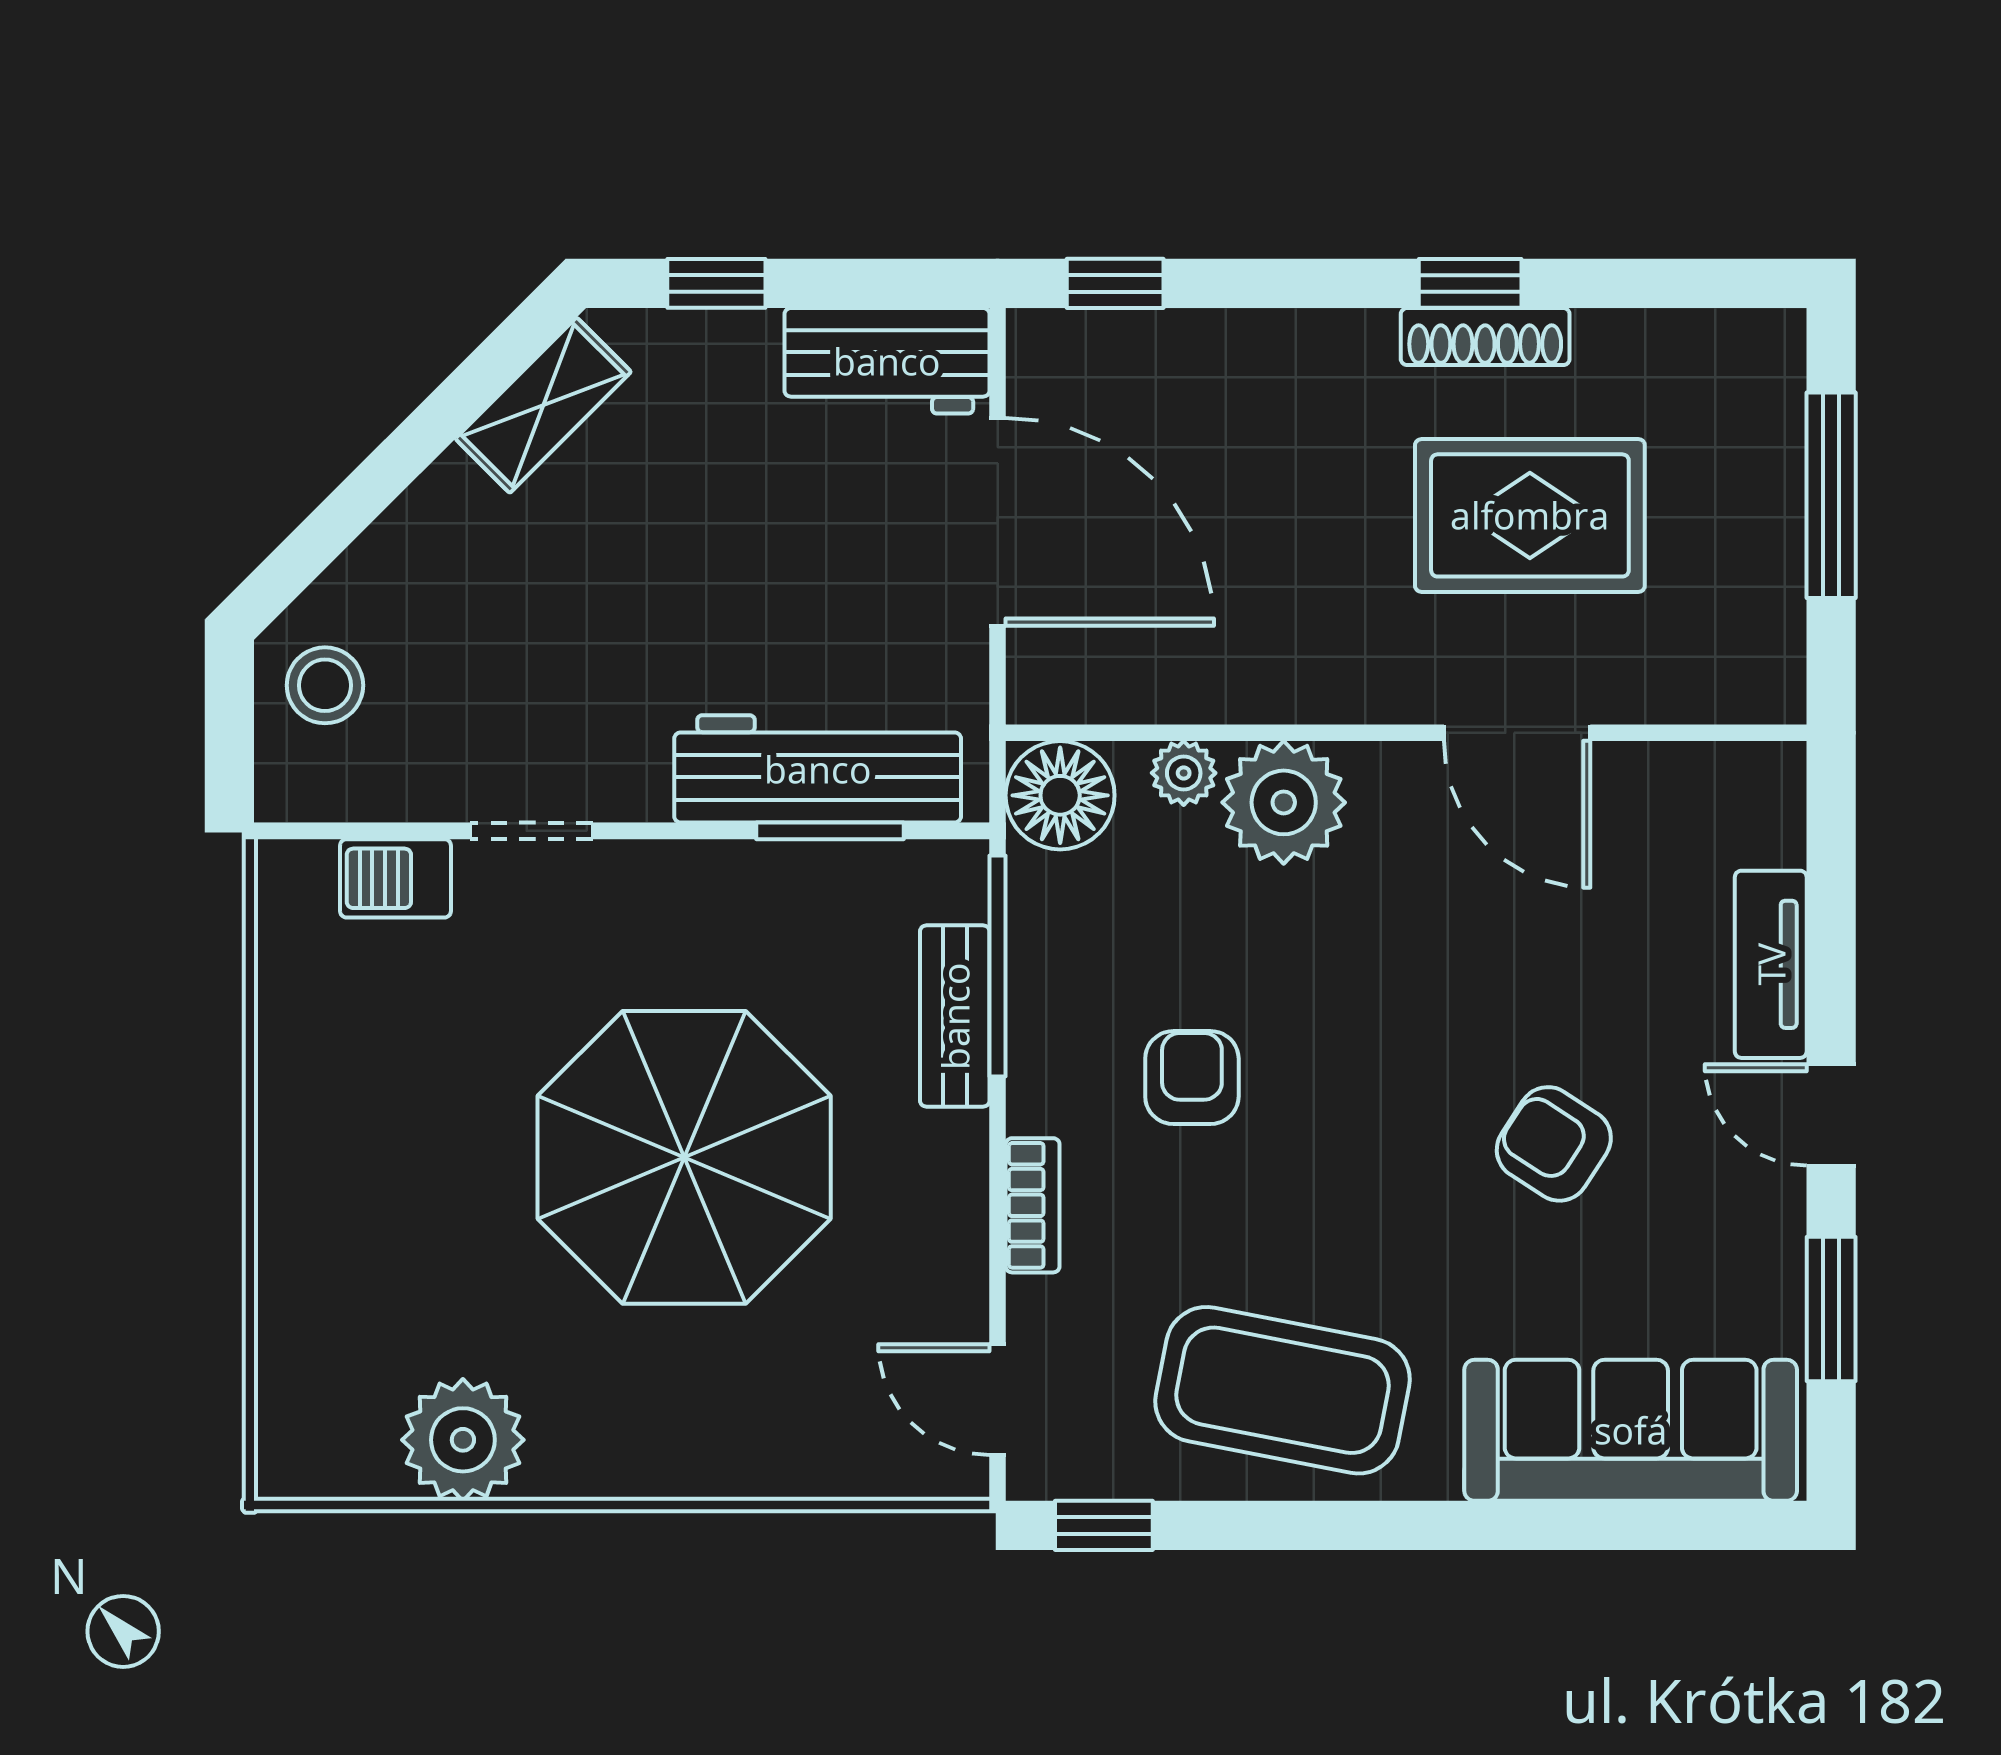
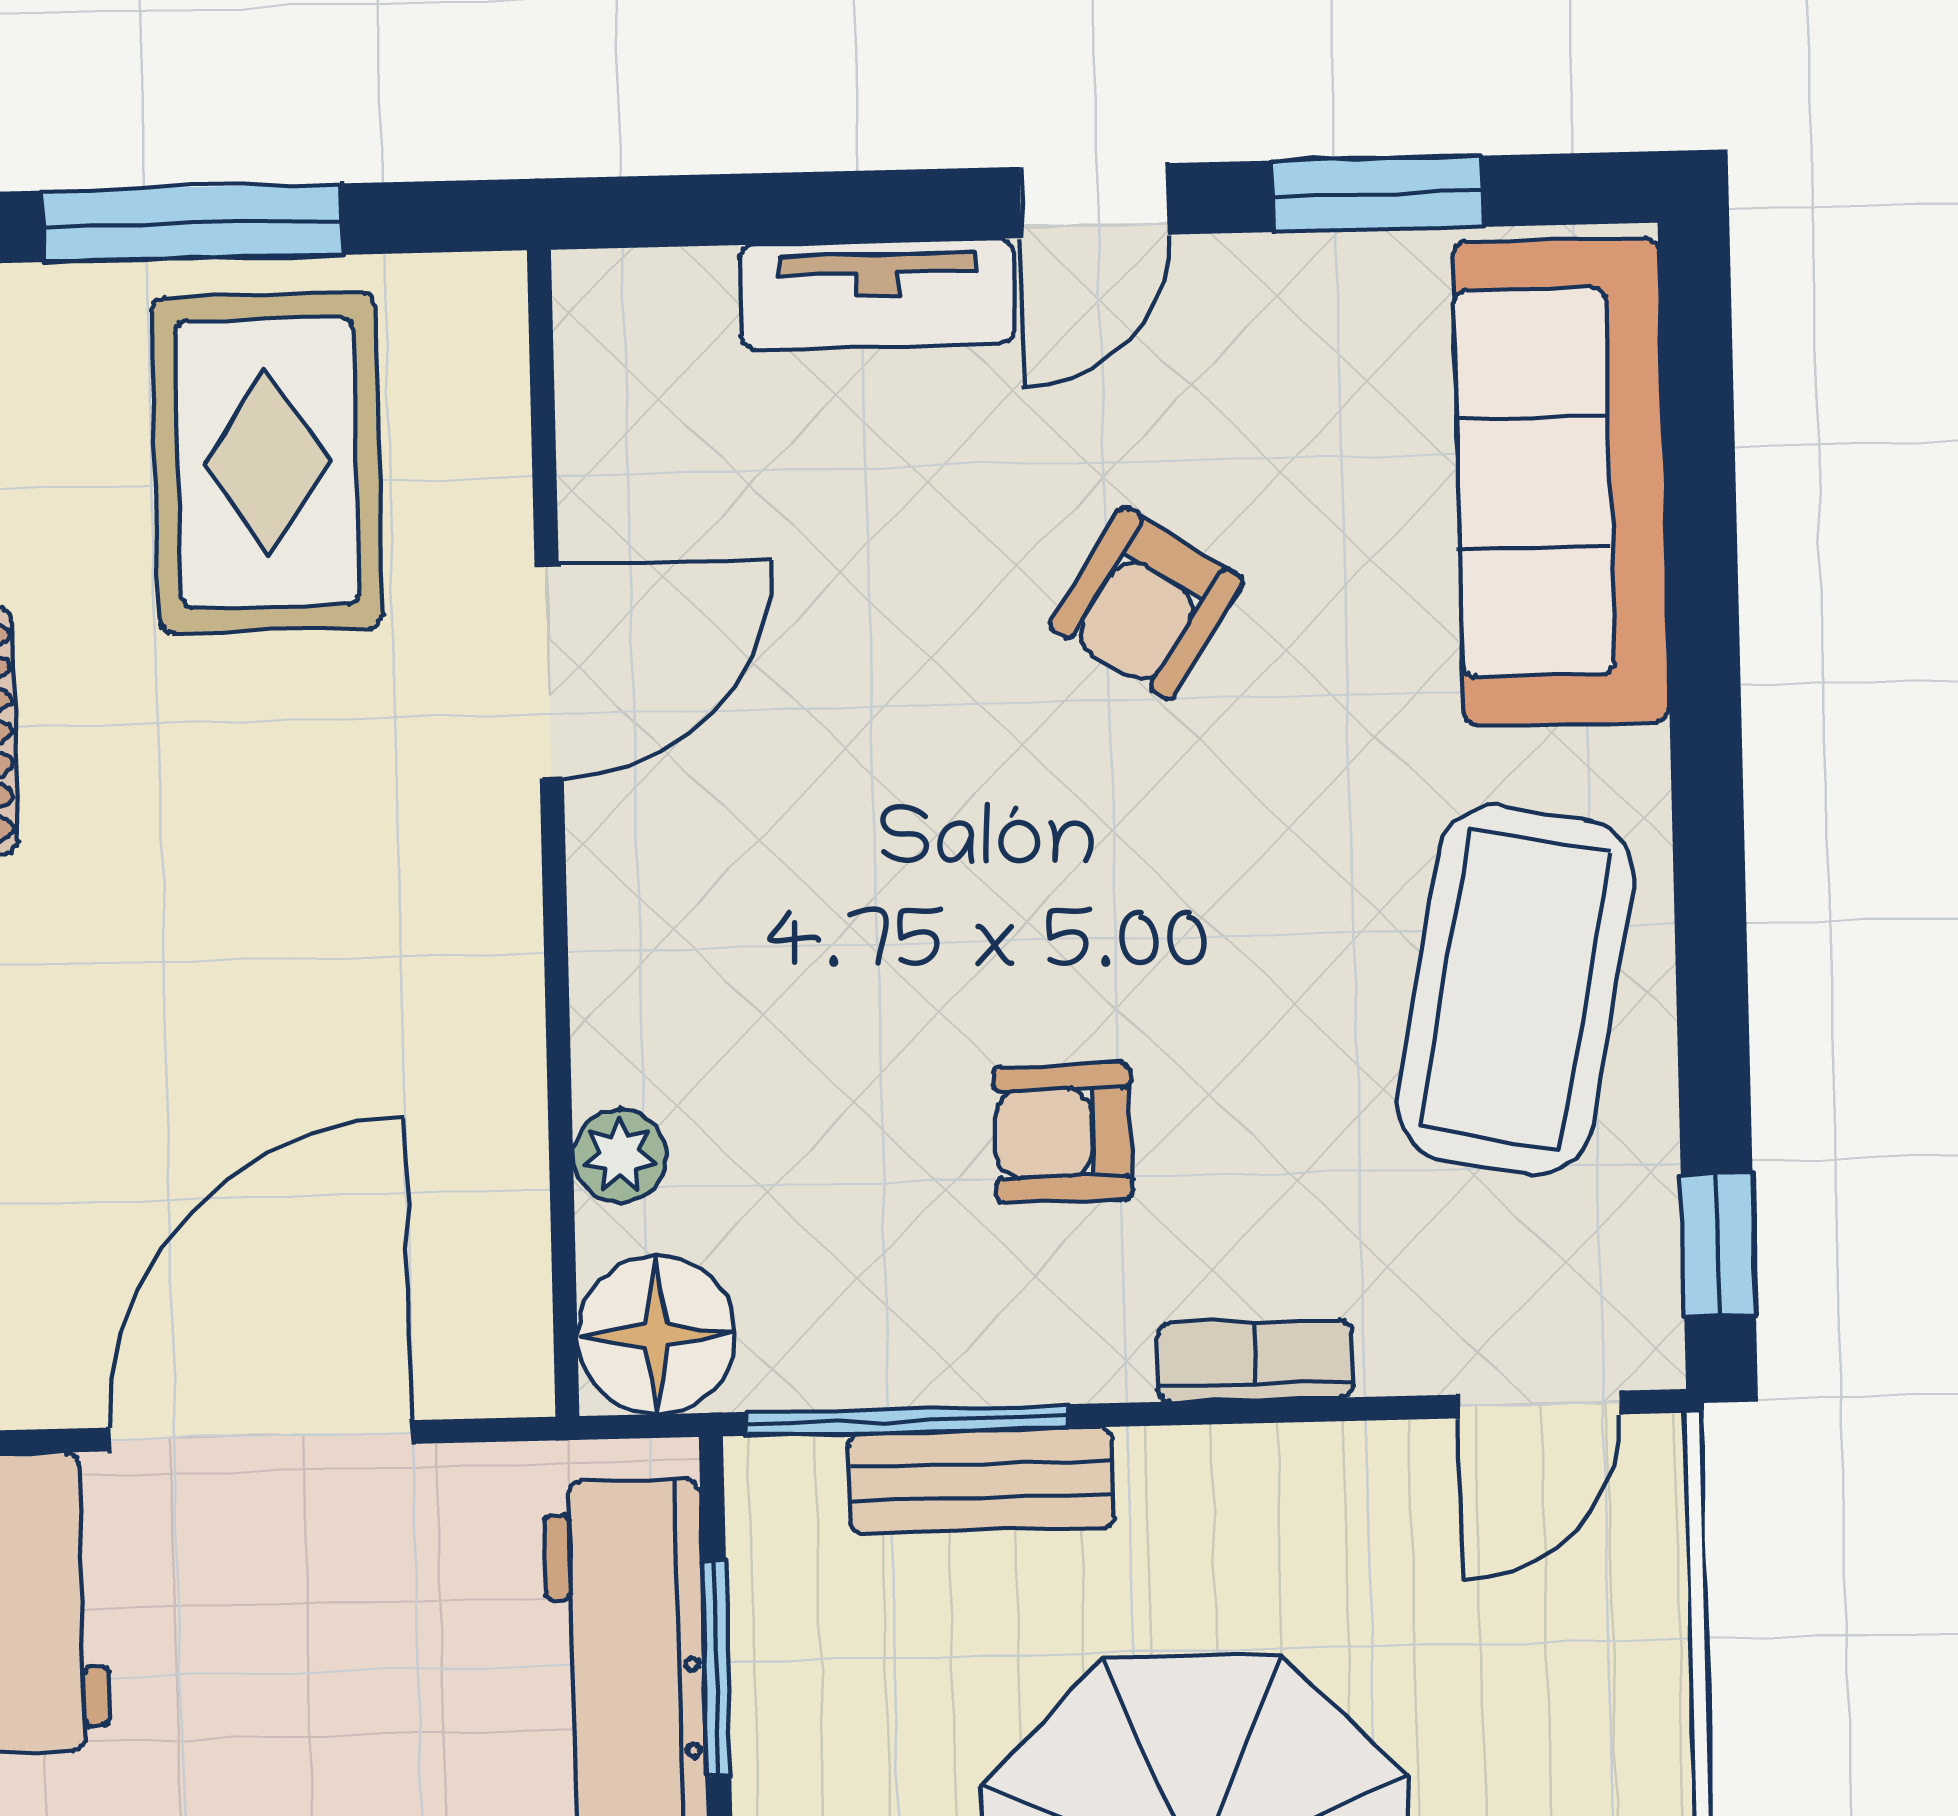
rug: (1530, 515) -> (267, 462), moved
plant: (1284, 802) -> (659, 1009), removed

